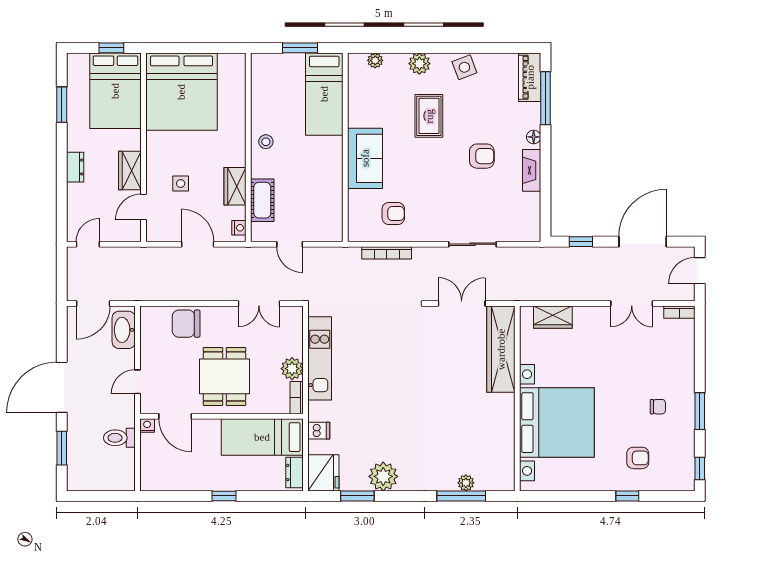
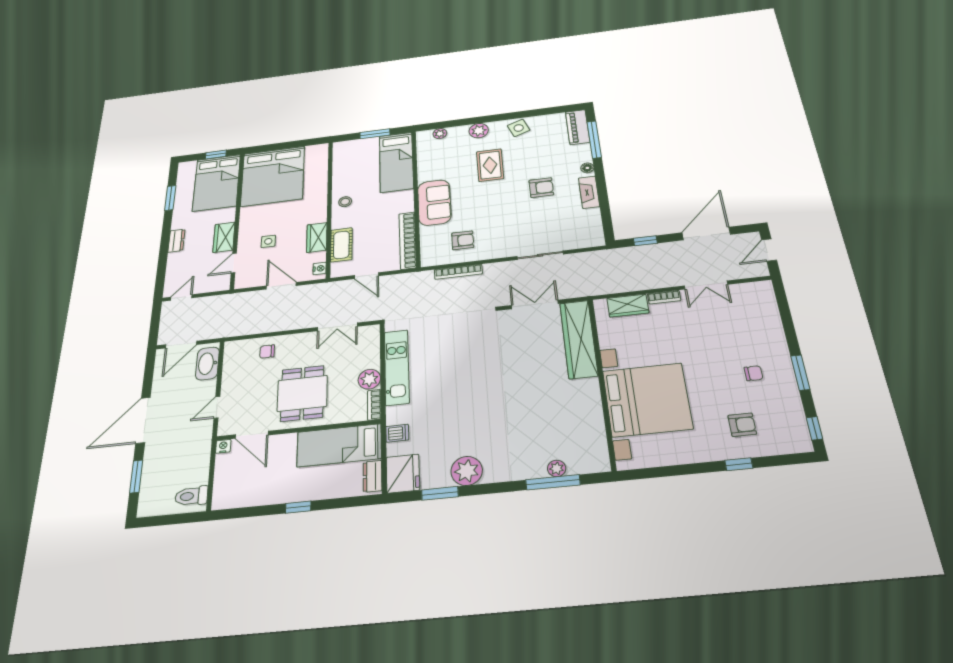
bookcase: (334, 205) -> (408, 240), added
bookcase: (679, 312) -> (664, 297), moved
chair: (186, 324) -> (267, 352), width x0.54, depth x0.54
toilet: (119, 438) -> (191, 496), moved

